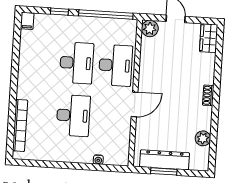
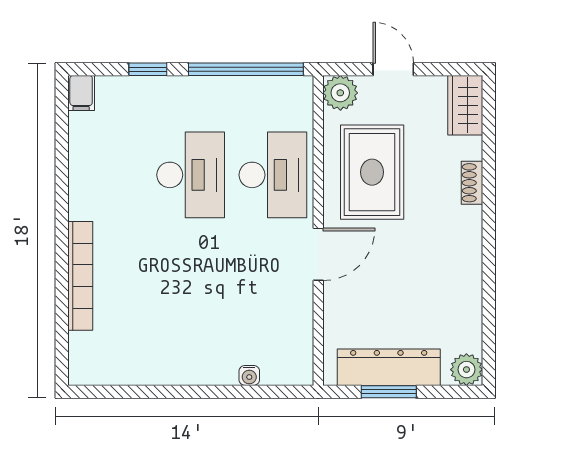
rug: (162, 67) -> (372, 172), added
shoe rack: (208, 95) -> (472, 183), moved
desk: (73, 115) -> (191, 286), removed
bookcase: (20, 125) -> (80, 276), moved
plant: (203, 138) -> (466, 370), moved

